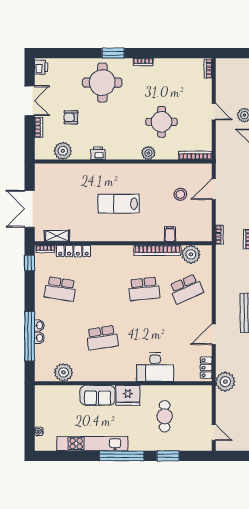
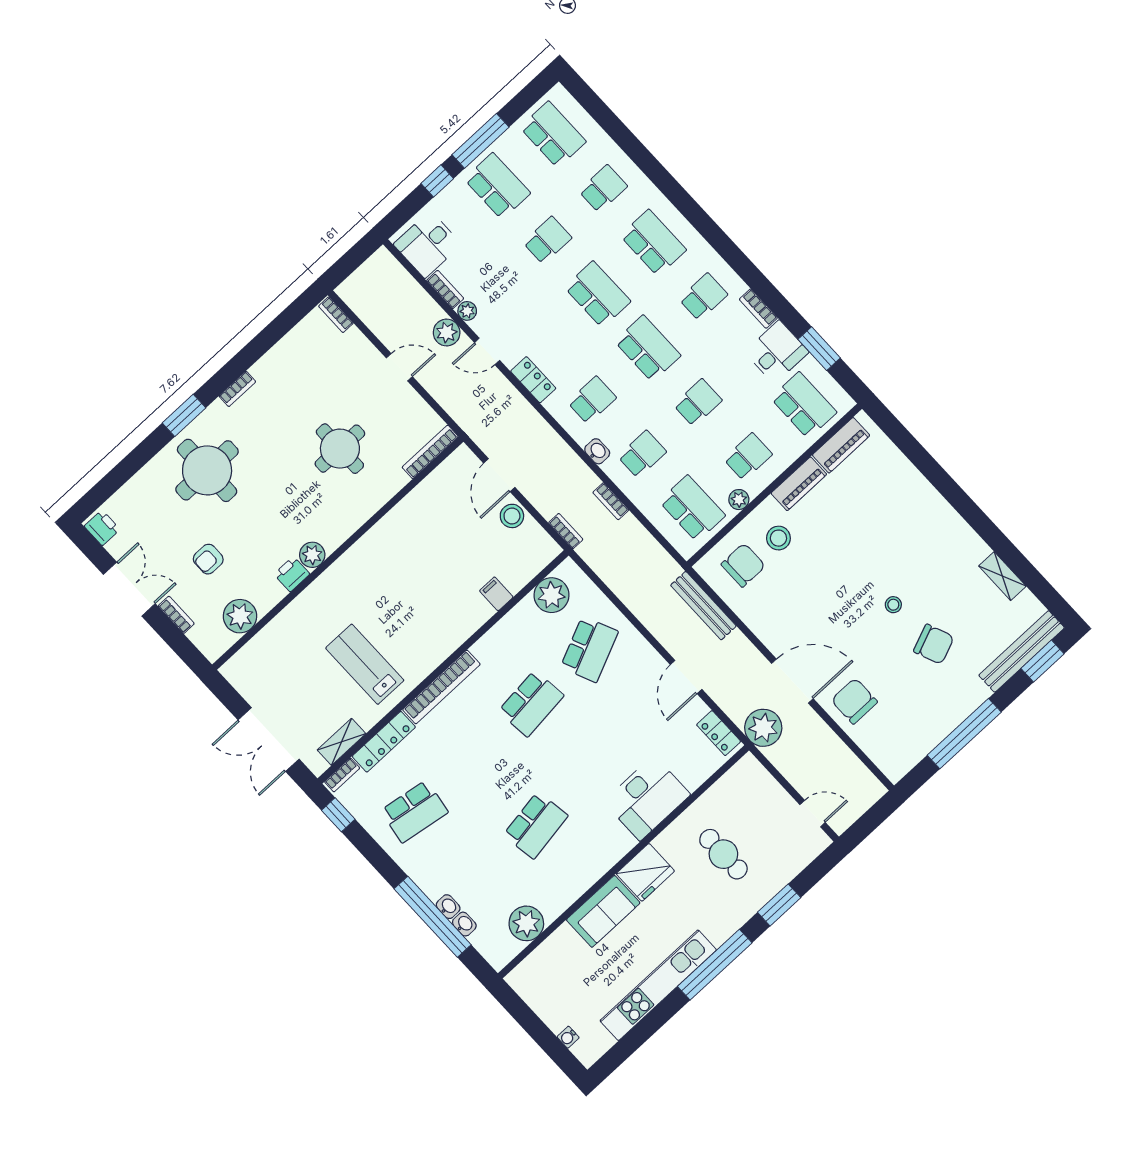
plant: (148, 153) -> (312, 555), moved
stool: (180, 194) -> (512, 516), moved
lab bench: (118, 204) -> (365, 664), moved, turned 90
bookcase: (157, 250) -> (441, 687), moved
washbasin: (39, 325) -> (464, 924), moved

